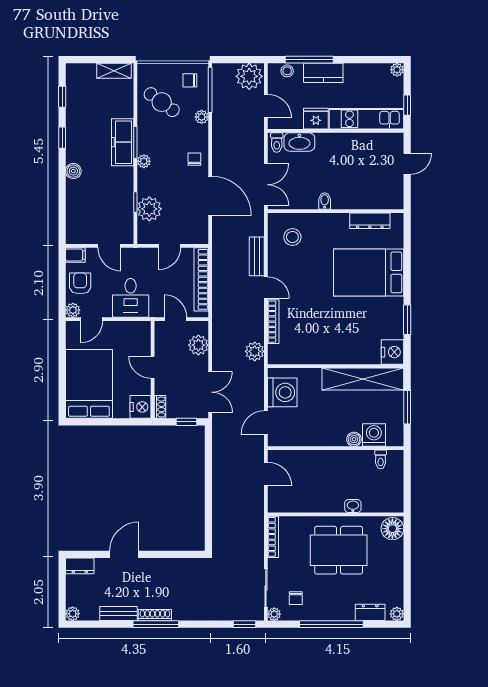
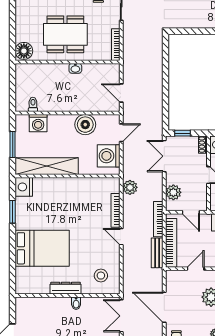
dresser: (370, 221) -> (66, 288), moved
bench: (257, 256) -> (157, 253), moved
bookcase: (218, 310) -> (158, 219), added
boiler: (354, 439) -> (85, 125), moved, width x1.86, depth x1.86
washbasin: (353, 506) -> (75, 68), moved

